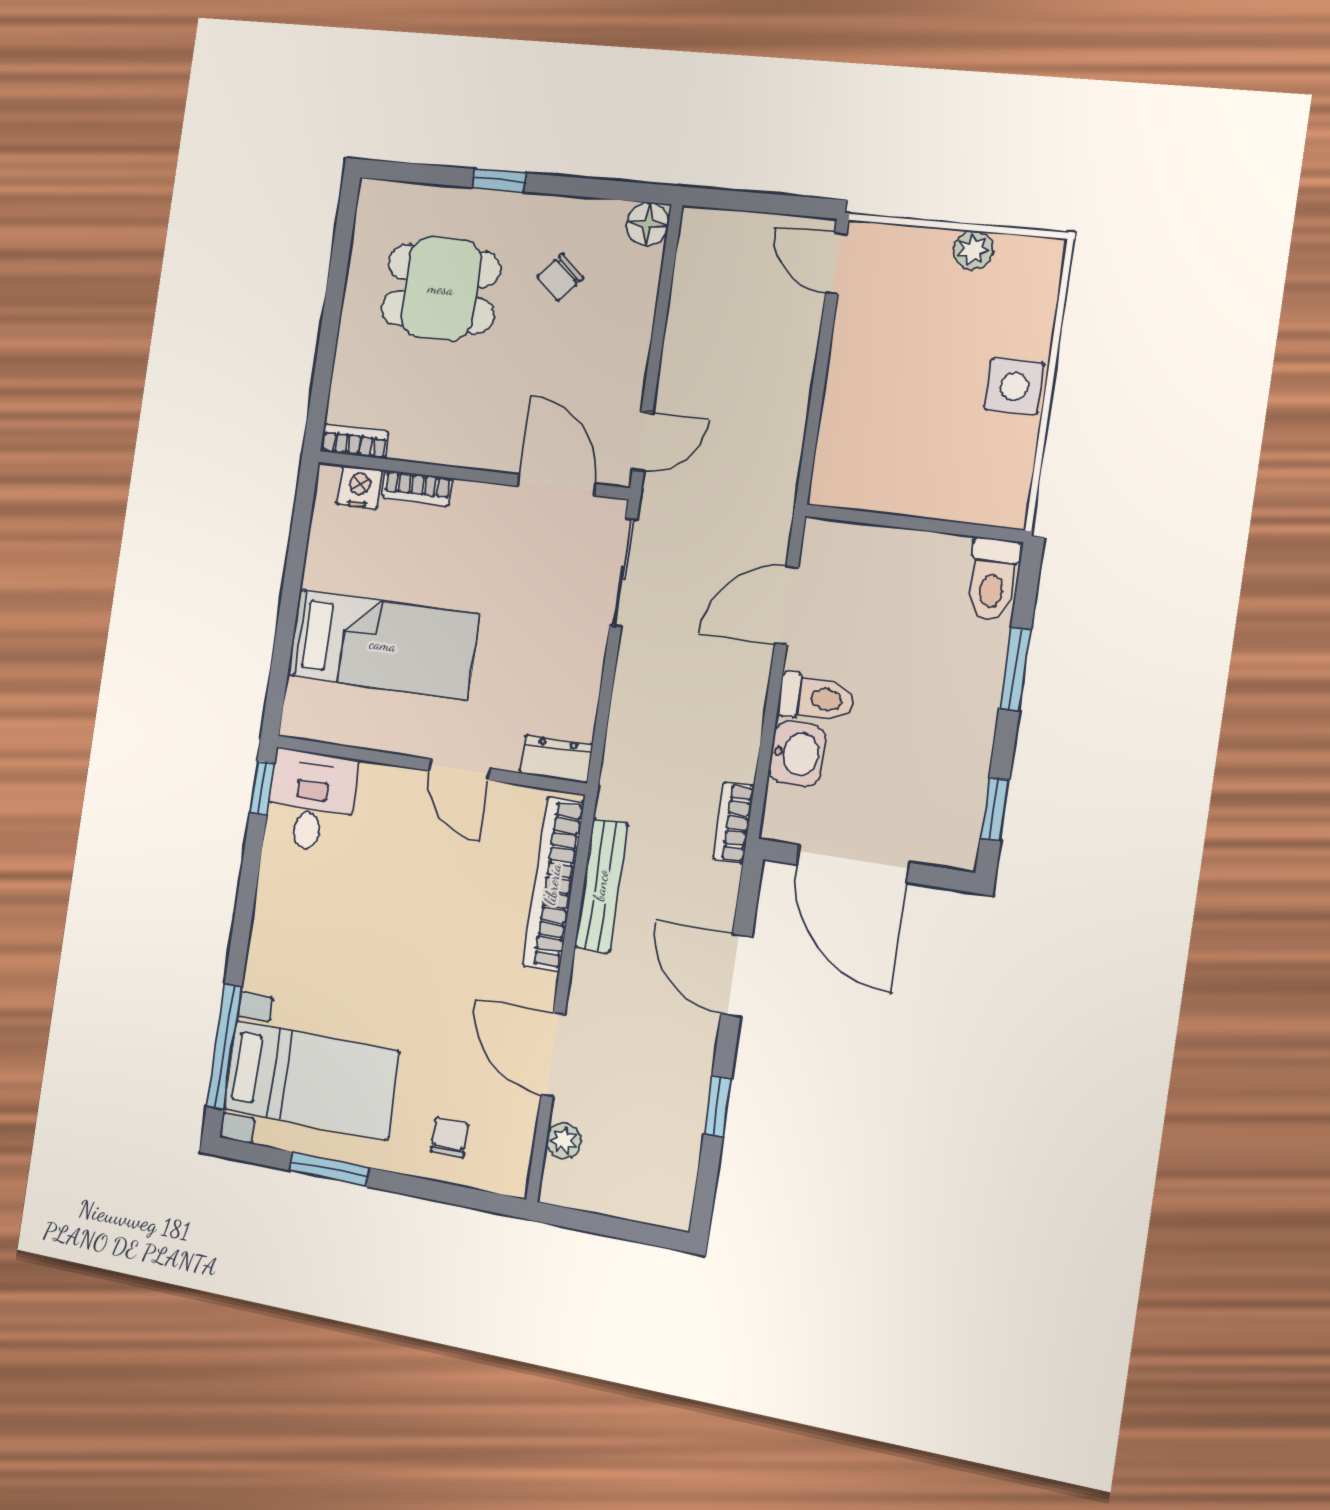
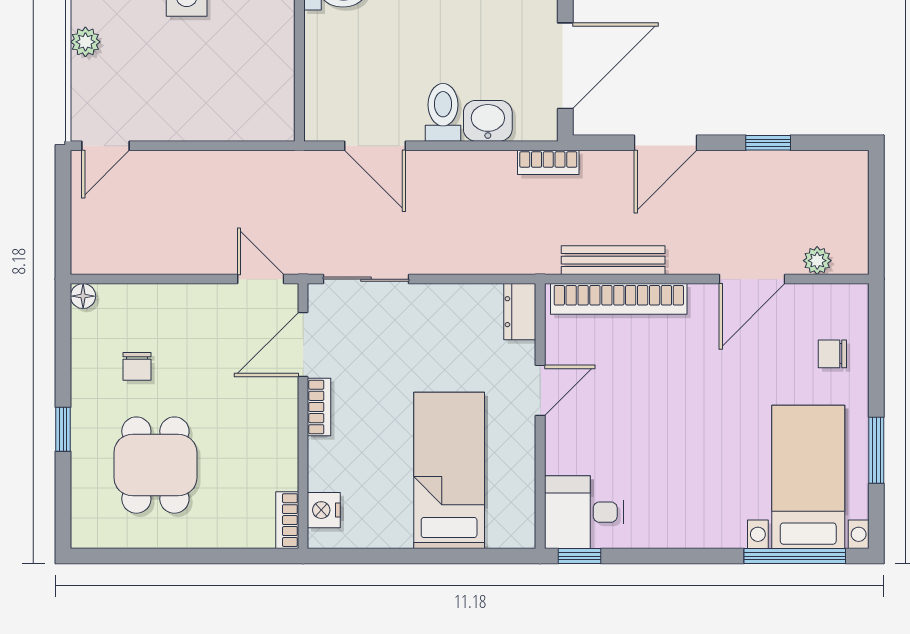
floor lamp: (648, 224) -> (83, 296), width x0.73, depth x0.73
chair: (560, 277) -> (137, 366), turned 48
bookcase: (417, 488) -> (319, 407), moved

